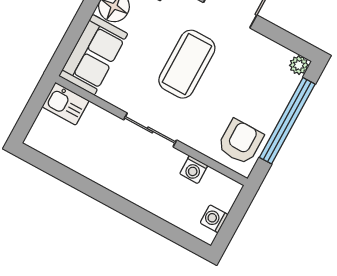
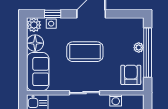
coffee table: (187, 64) -> (85, 52), turned 90
plant: (299, 65) -> (139, 48), moved

